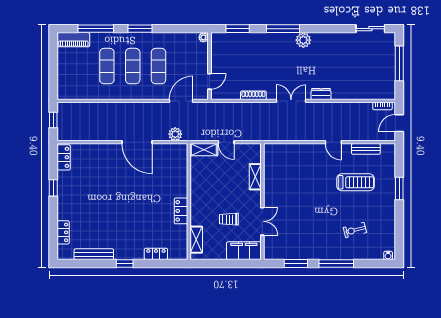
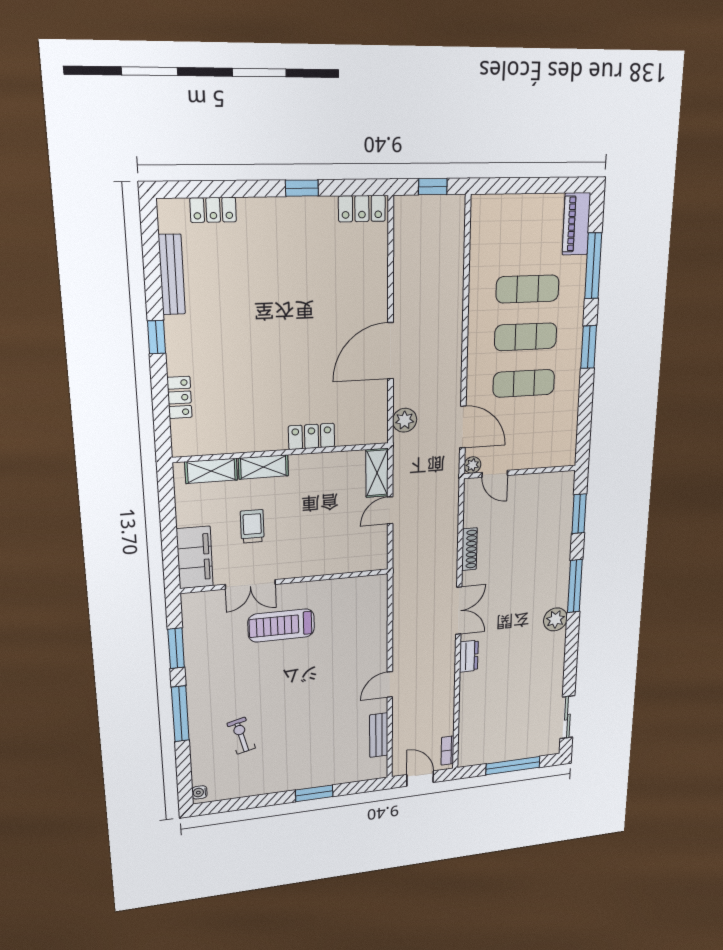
plant: (203, 37) -> (472, 465), moved
shelving: (255, 177) -> (263, 467), moved
treadmill: (356, 182) -> (281, 625), moved, turned 90
locker: (181, 211) -> (312, 436), moved

